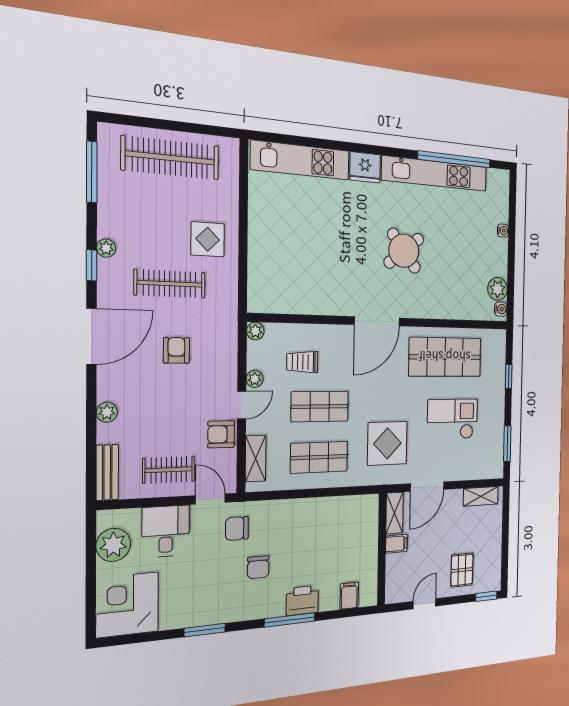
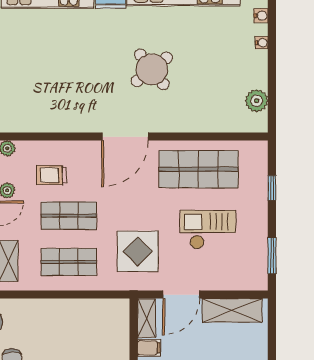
water cooler: (501, 309) -> (261, 16), moved
shelving: (481, 496) -> (232, 310), width x1.50, depth x1.33

